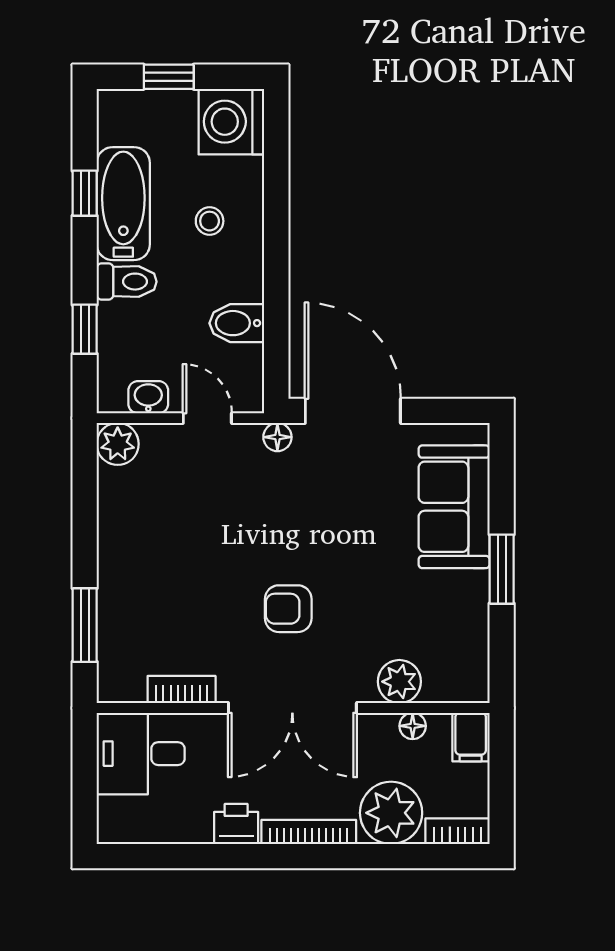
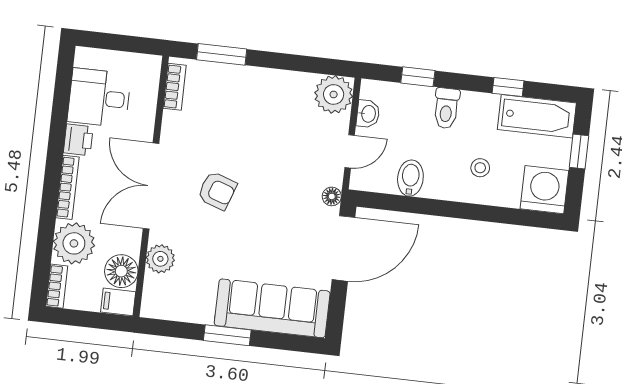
bathtub: (123, 204) -> (537, 116), moved
plant: (118, 444) -> (334, 94), width x1.36, depth x1.36
sofa: (454, 507) -> (272, 308), width x1.36
armchair: (288, 609) -> (217, 191), turned 109
bookcase: (182, 690) -> (175, 87), moved
floor lamp: (413, 726) -> (121, 271), width x1.89, depth x1.89
desk: (141, 754) -> (99, 98), moved, turned -90

